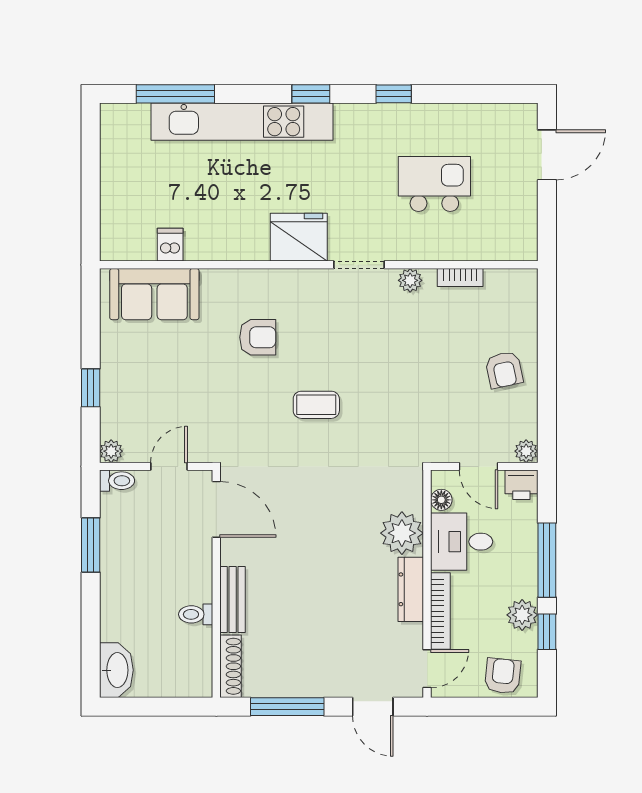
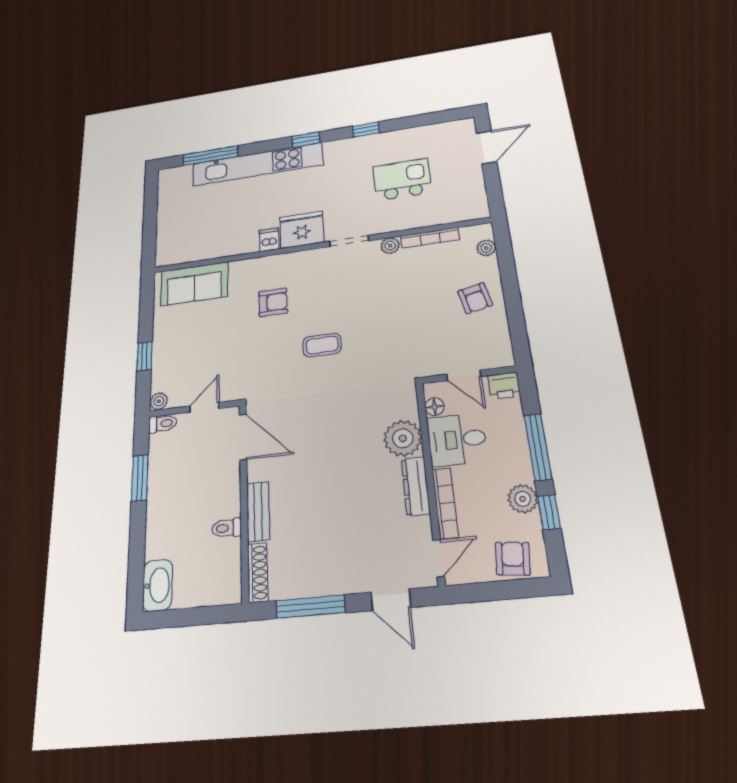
dishwasher: (170, 245) -> (269, 240), moved
bookcase: (460, 277) -> (430, 238), width x1.56
plant: (526, 451) -> (486, 248), moved

